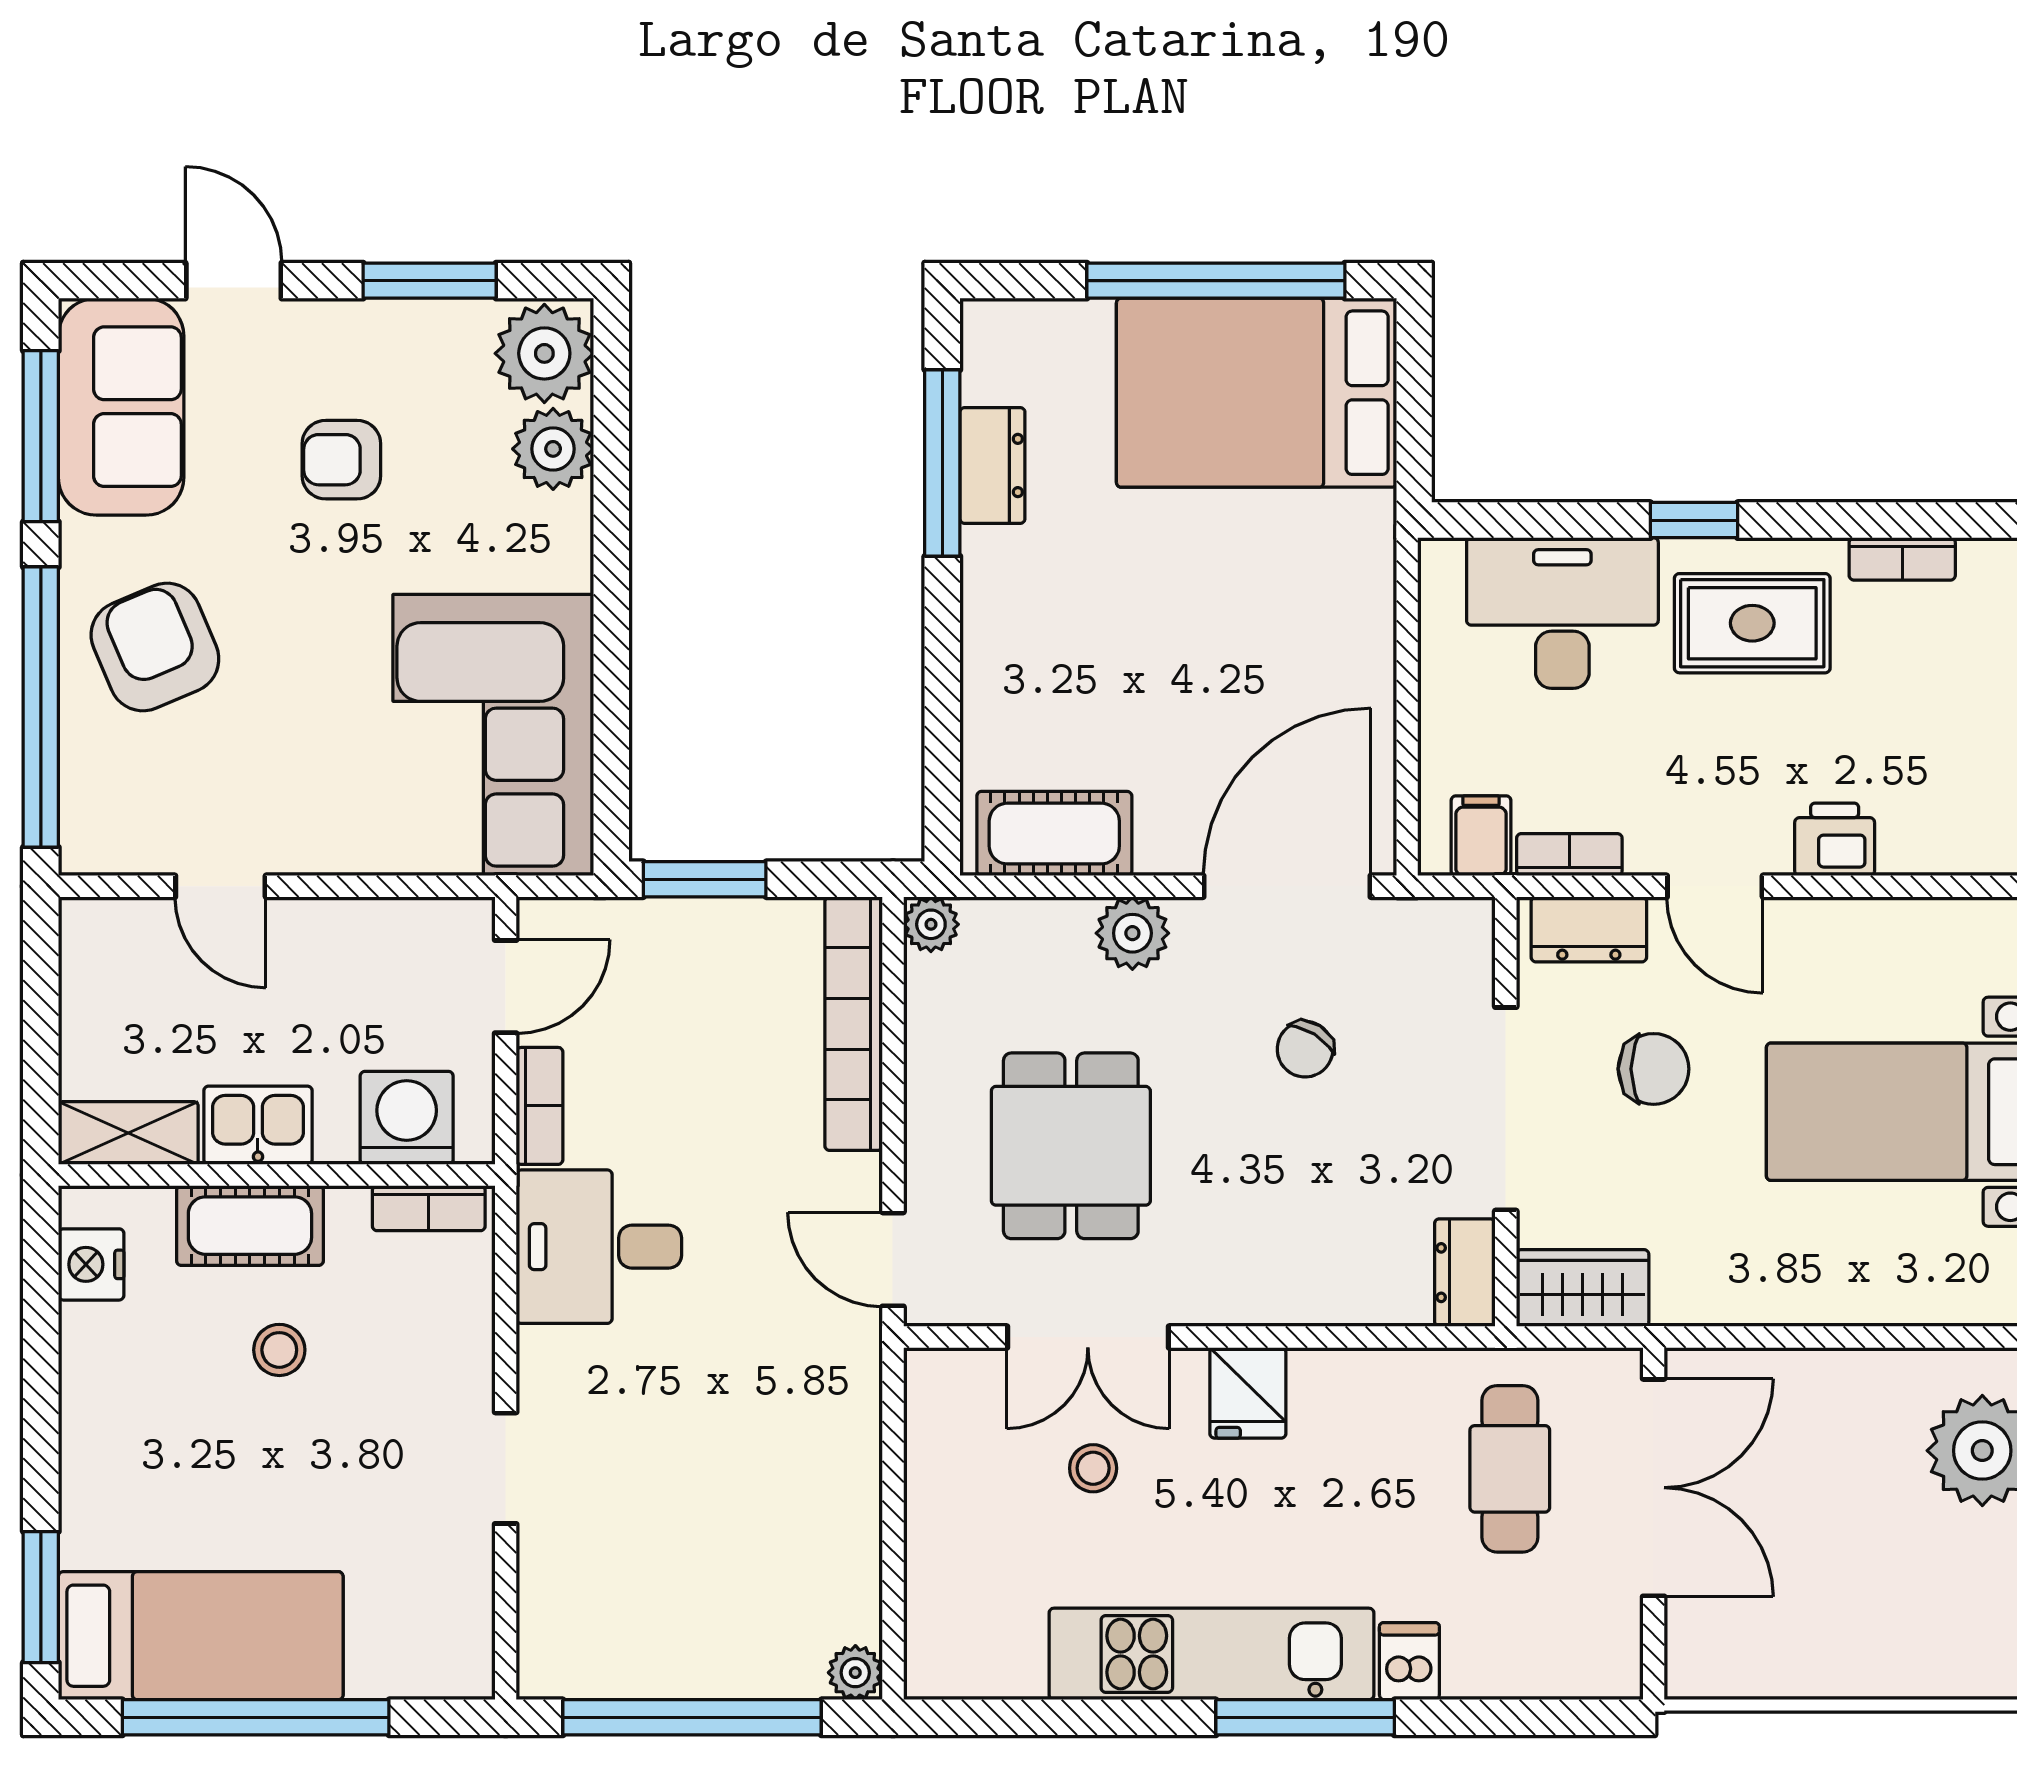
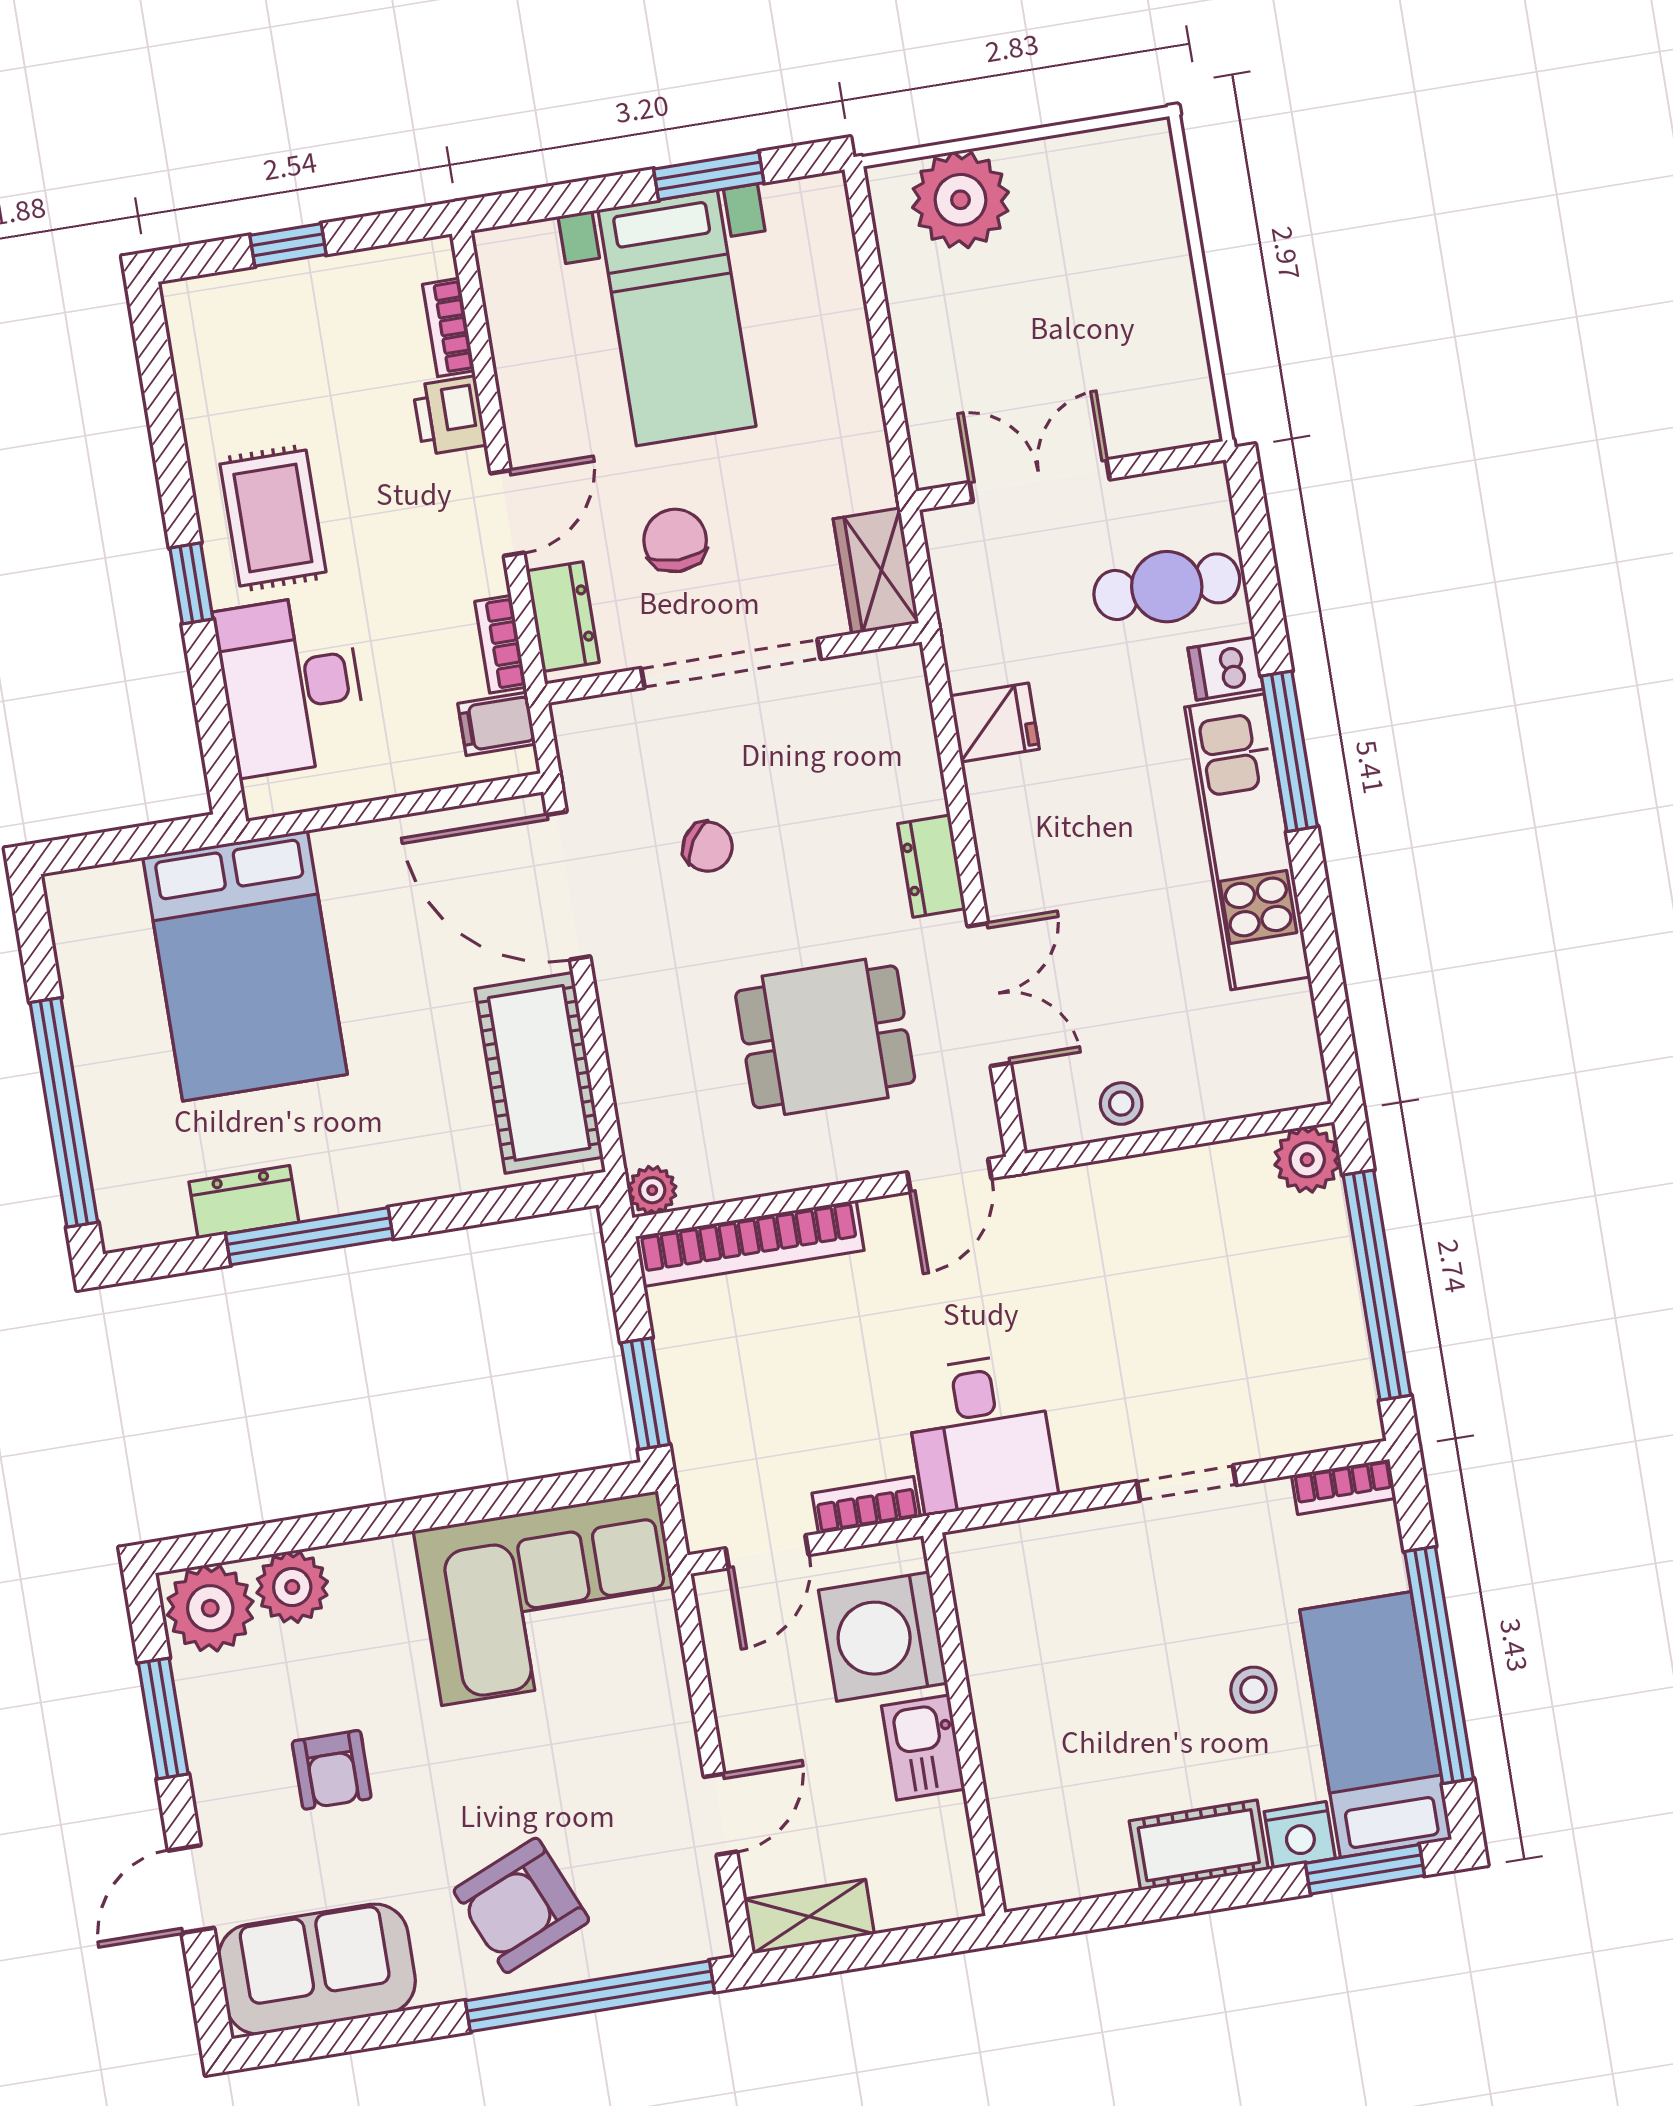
window: (1216, 281) -> (64, 1112), moved
bed: (1257, 393) -> (245, 966), moved
window: (41, 436) -> (354, 2035), removed
window: (942, 463) -> (309, 1236), moved
bookcase: (1902, 559) -> (449, 327), moved, turned 180
cot: (1054, 834) -> (539, 1073), width x1.37, depth x1.34
plant: (1132, 933) -> (631, 1014), removed
door: (506, 987) -> (767, 1552), swing flipped
washing machine: (407, 1118) -> (883, 1637), width x1.37, depth x1.37
shelving: (128, 1133) -> (809, 1917), moved, turned 90
bookcase: (429, 1208) -> (1344, 1487), moved, turned 90
cot: (250, 1226) -> (1199, 1845), moved, turned 90
nightstand: (91, 1264) -> (1300, 1835), moved
dresser: (1465, 1273) -> (932, 866), moved, turned 90
stool: (279, 1350) -> (1253, 1690), moved
fridge: (1248, 1393) -> (995, 722), moved
stool: (1093, 1468) -> (1121, 1104), moved
cafe table: (1510, 1469) -> (1167, 587), moved
double door: (1654, 1488) -> (1040, 481), width x0.73
plant: (855, 1673) -> (1307, 1160), width x1.38, depth x1.38

